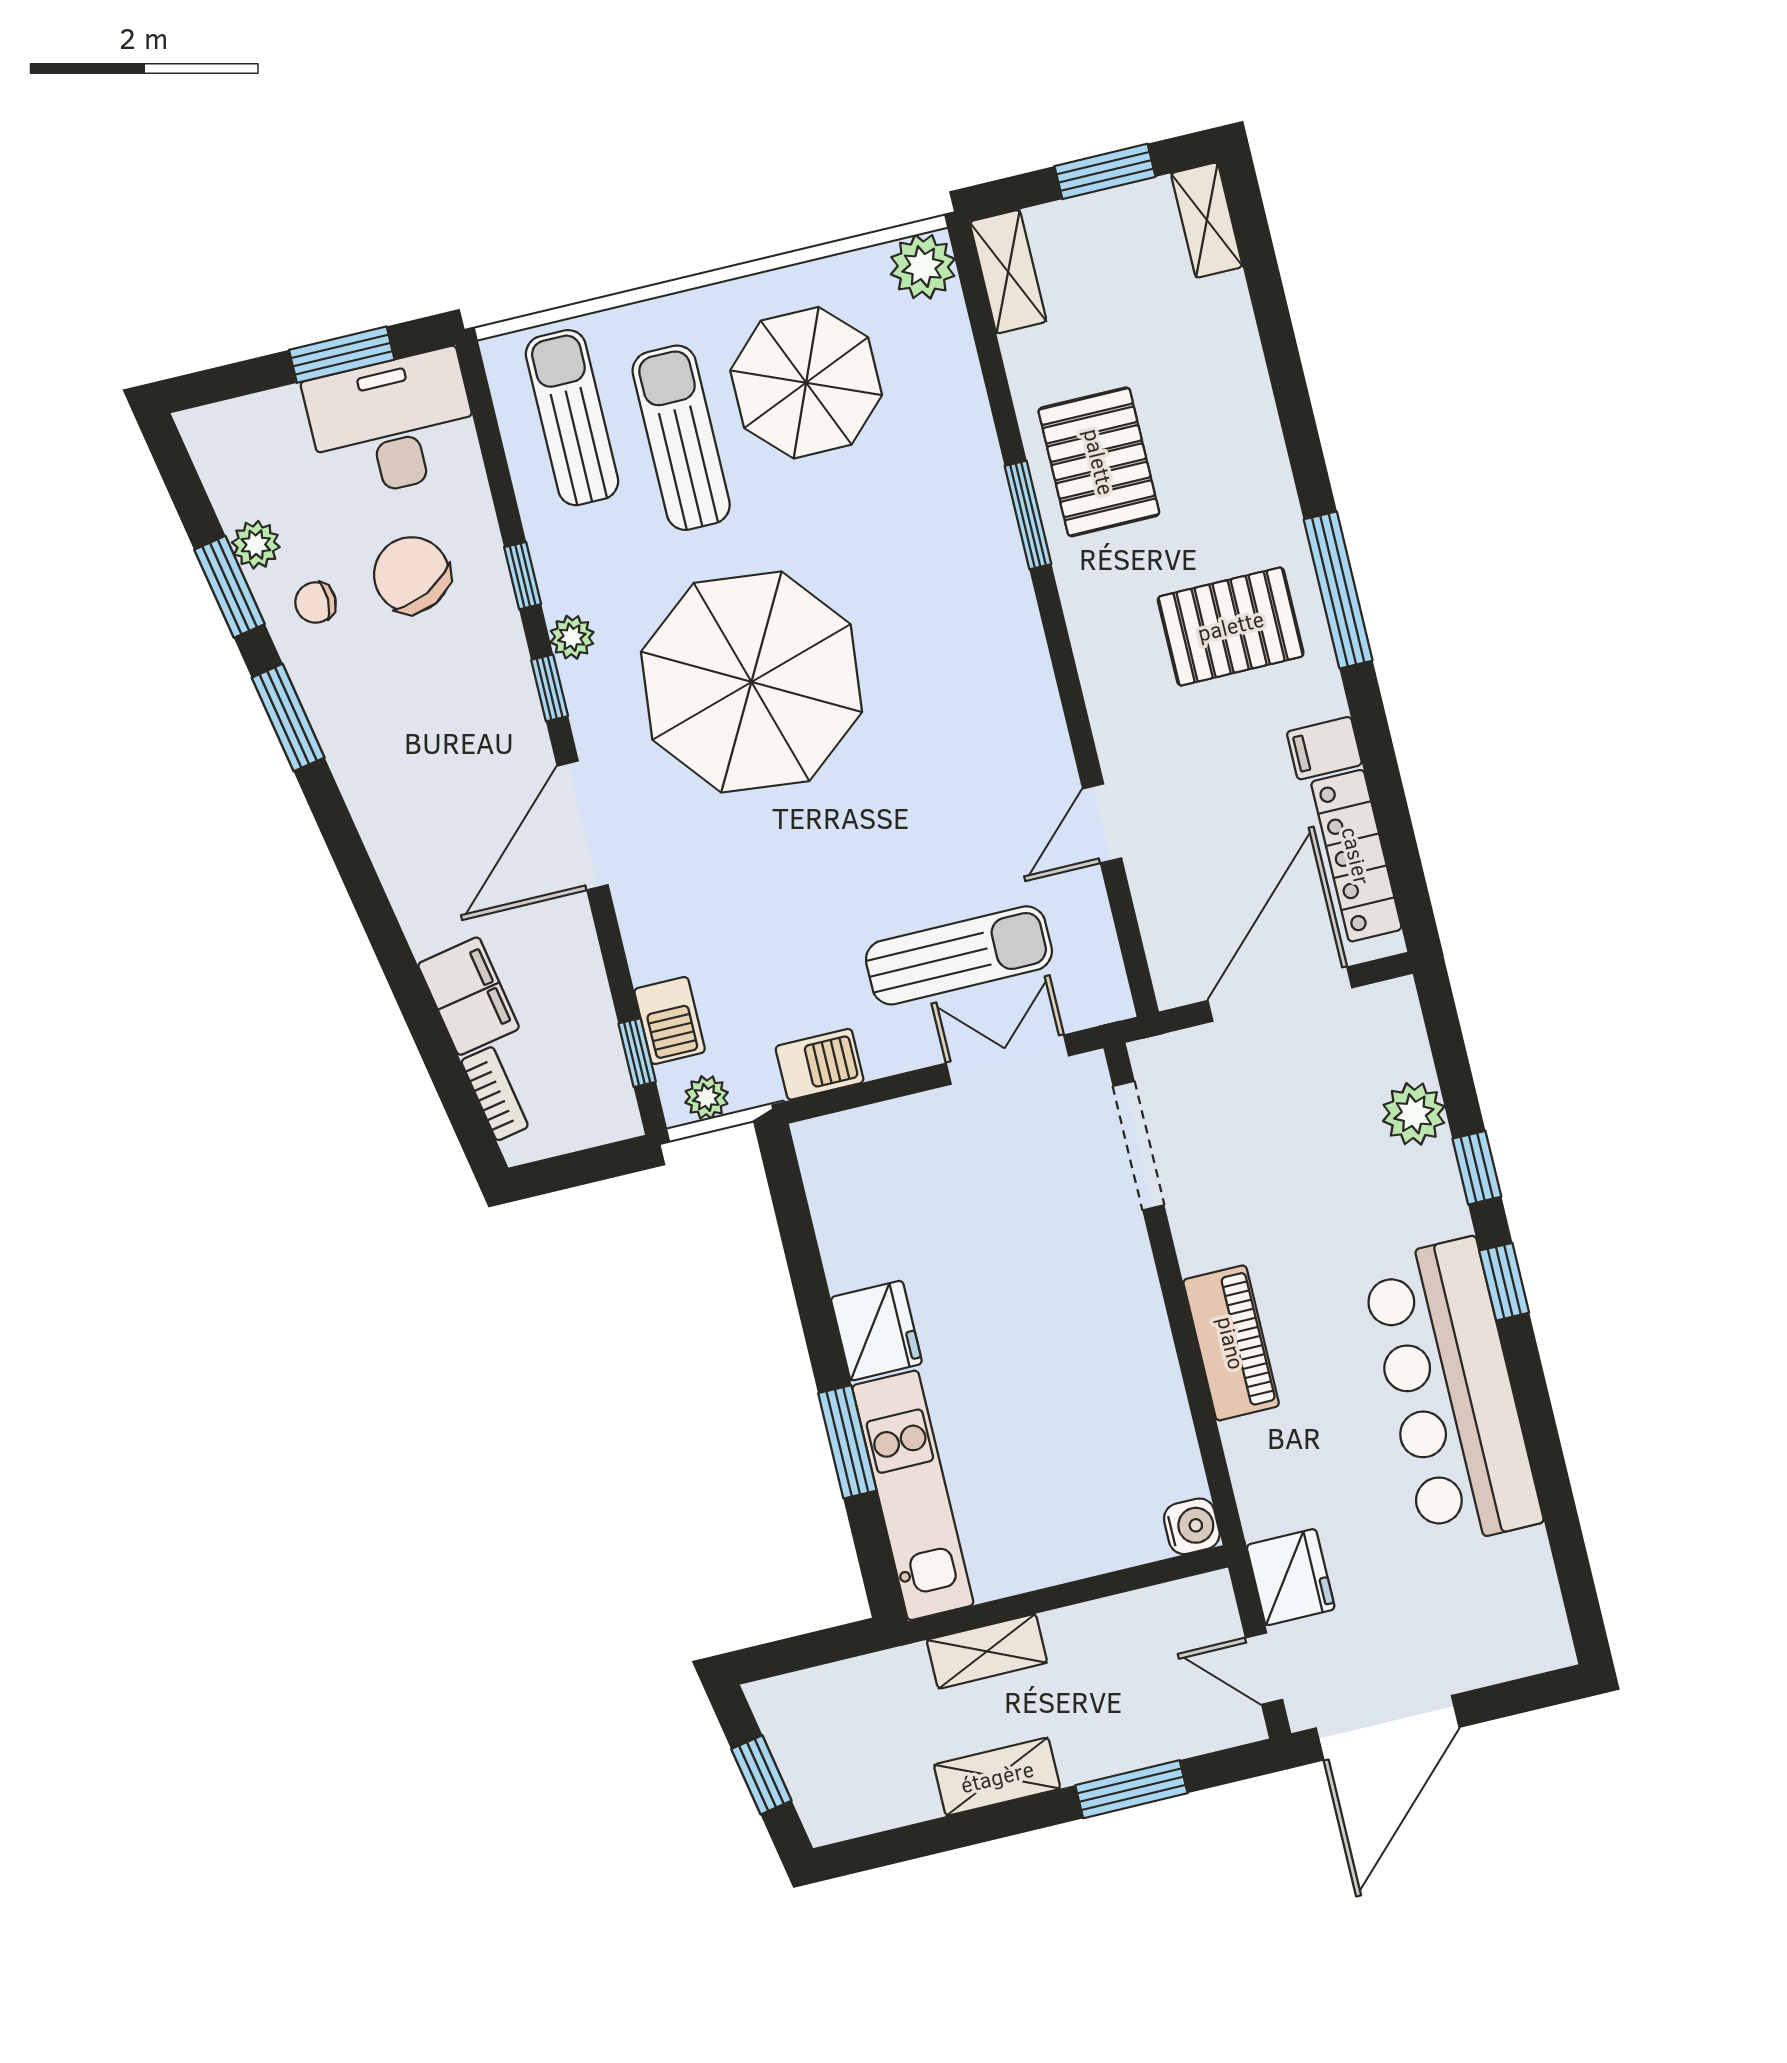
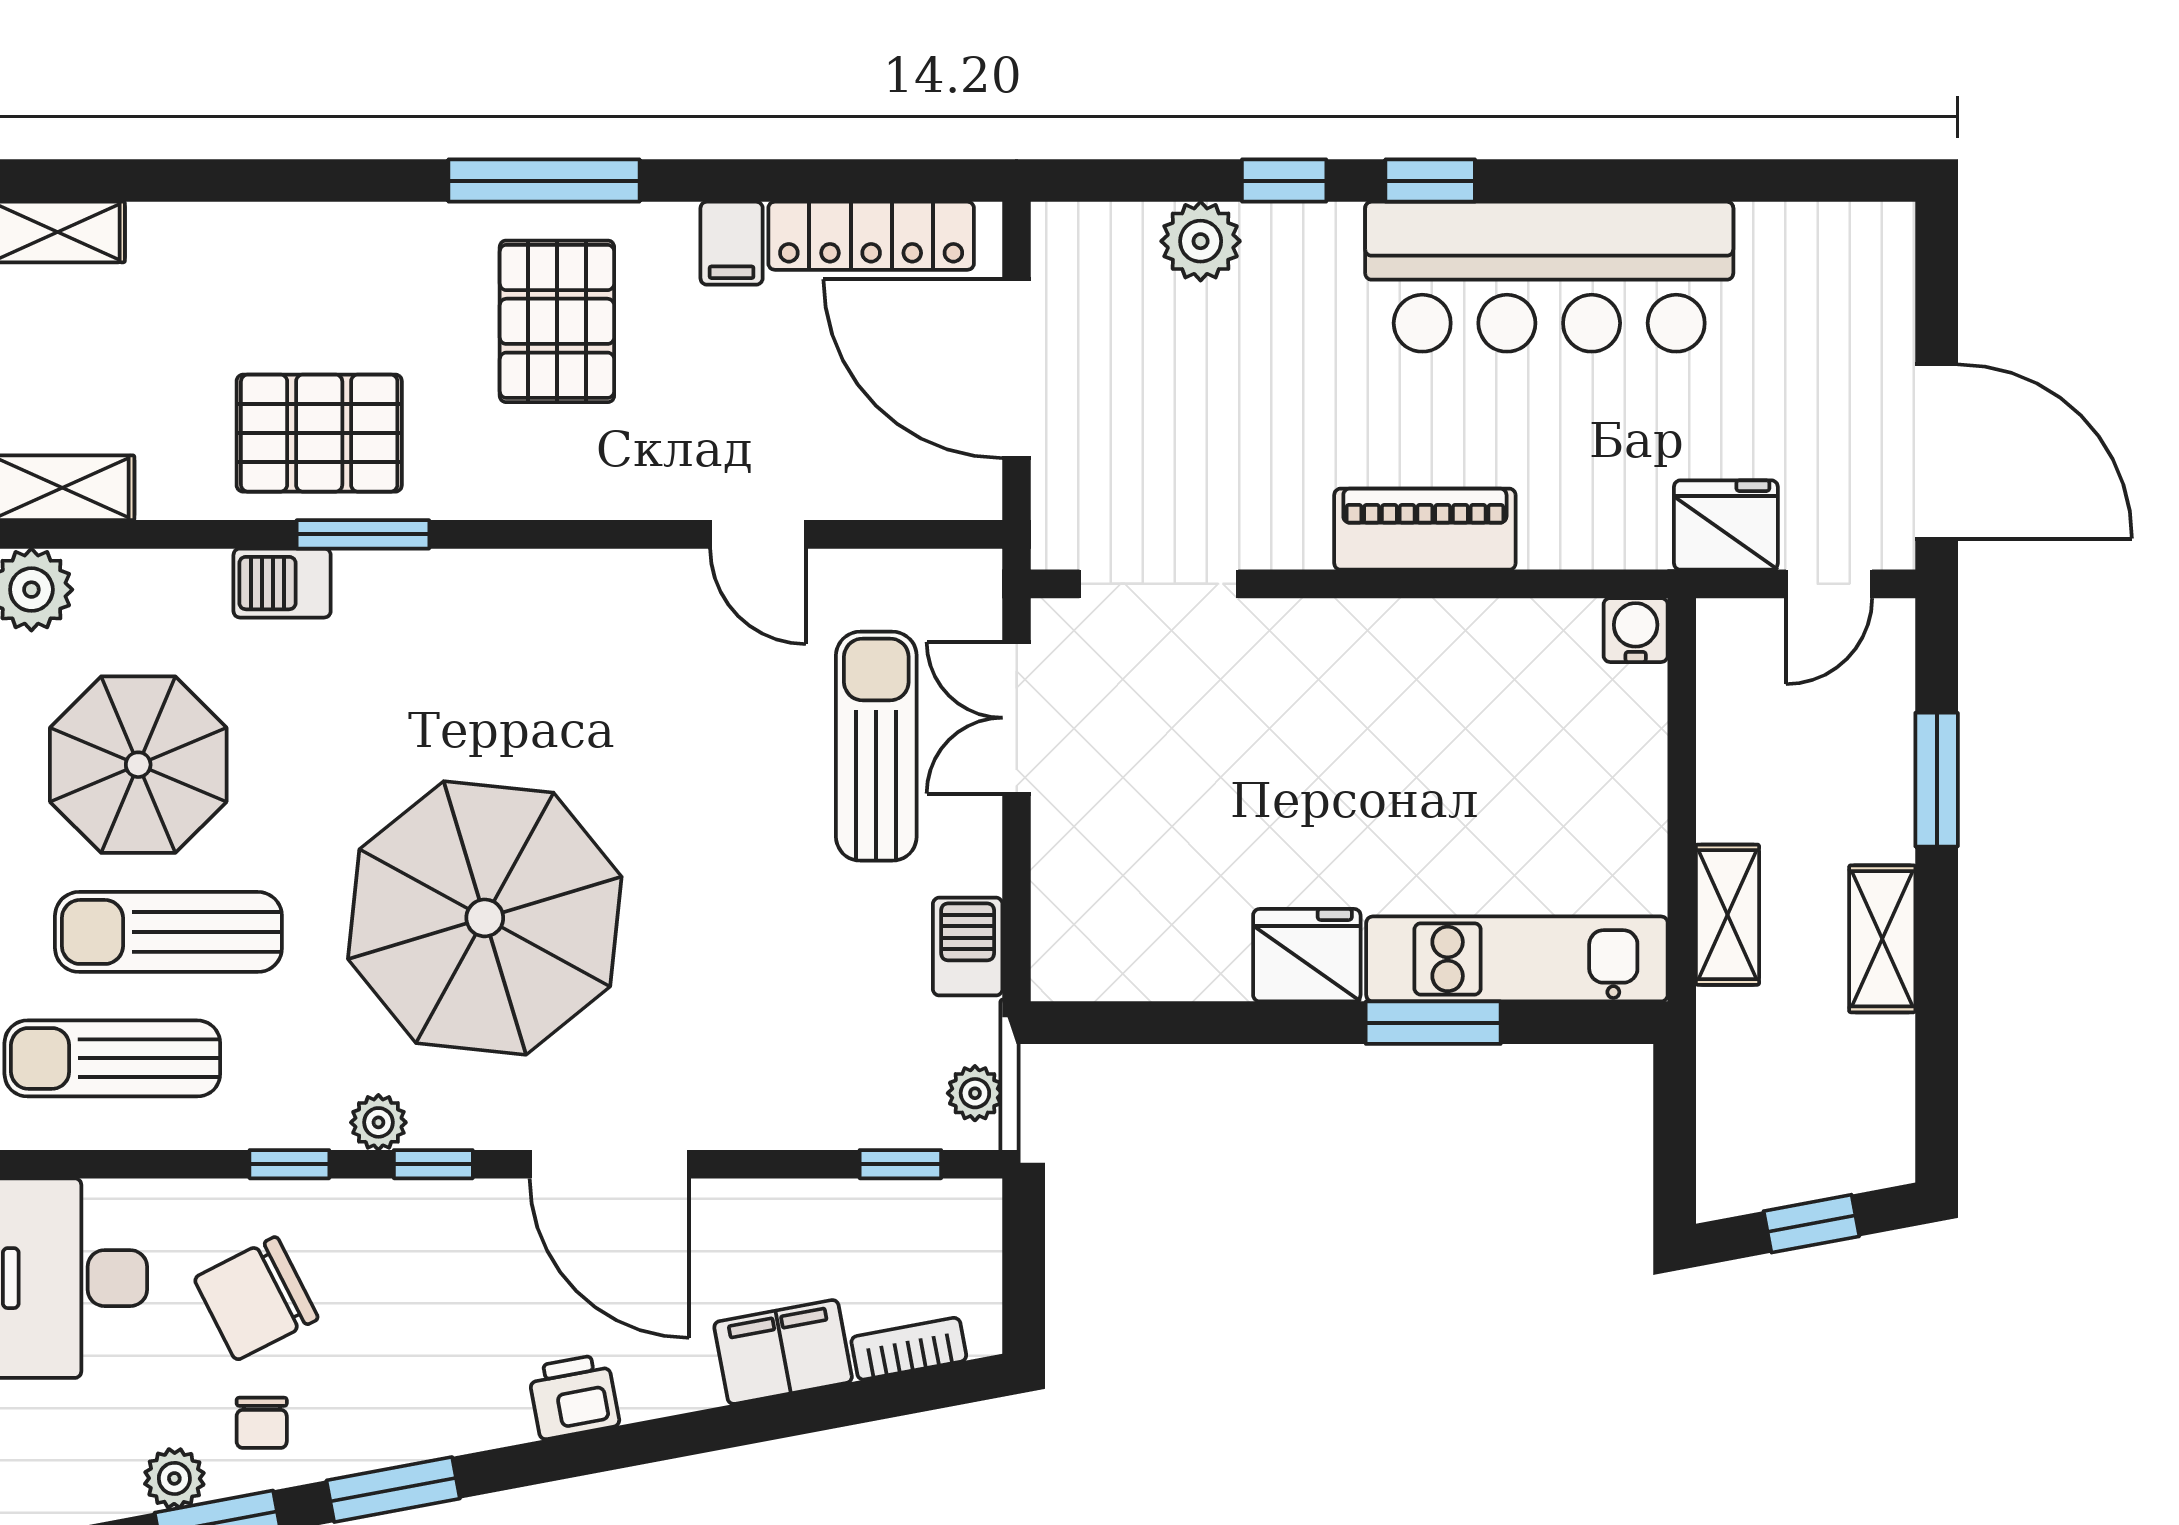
printer: (395, 841) -> (574, 1397), added
barbecue: (670, 1020) -> (282, 583), moved, turned 180

